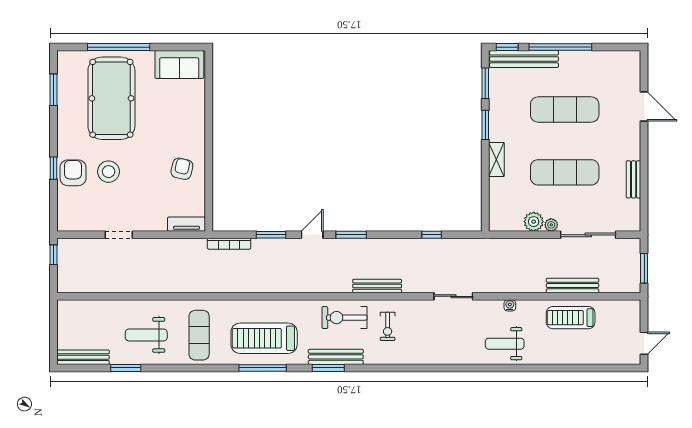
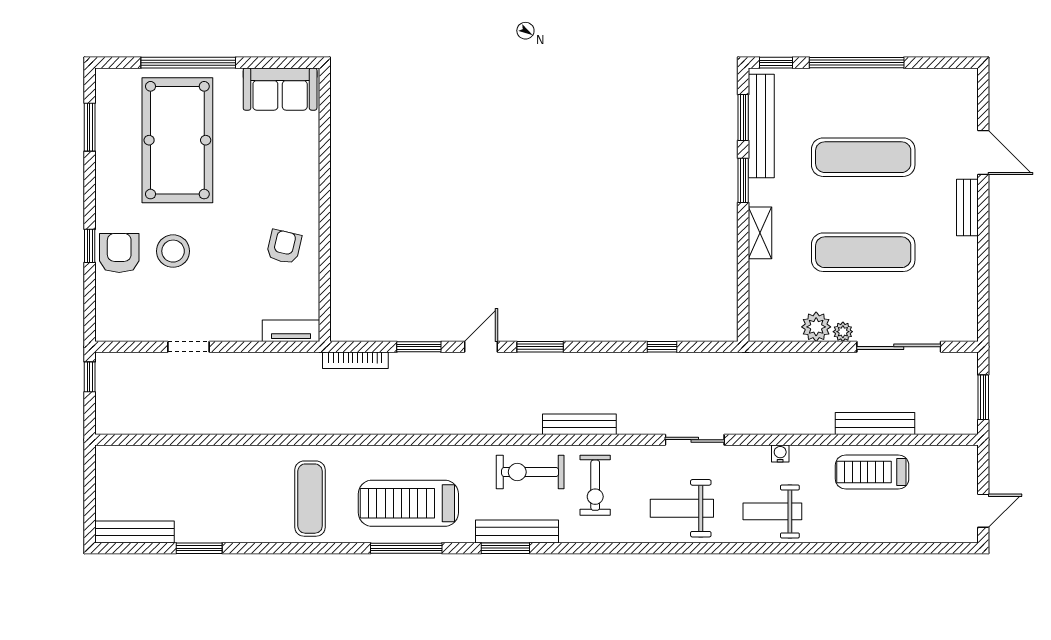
bench: (524, 59) -> (761, 126), moved, turned 90
bench: (634, 179) -> (967, 207), moved
exercise bike: (388, 326) -> (595, 485), width x1.38, depth x1.39
weight bench: (146, 335) -> (682, 508), moved

